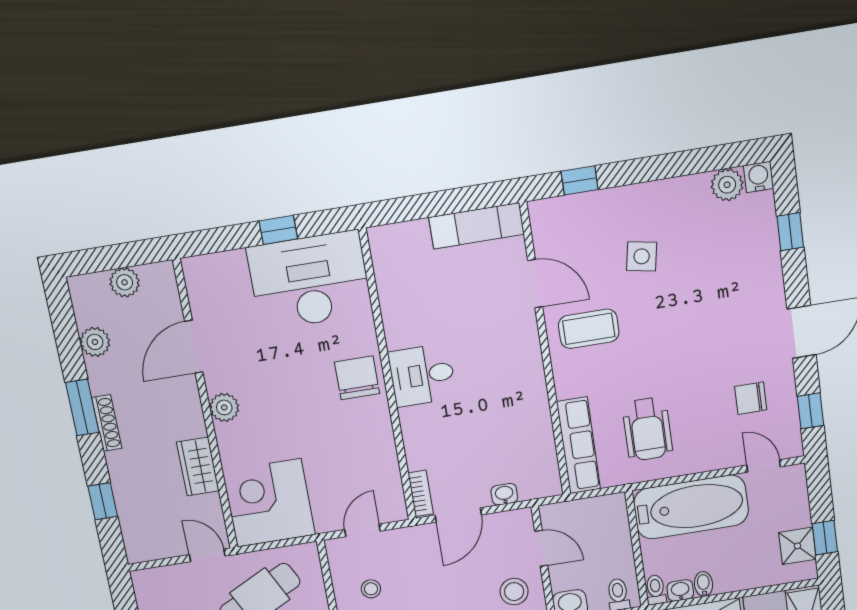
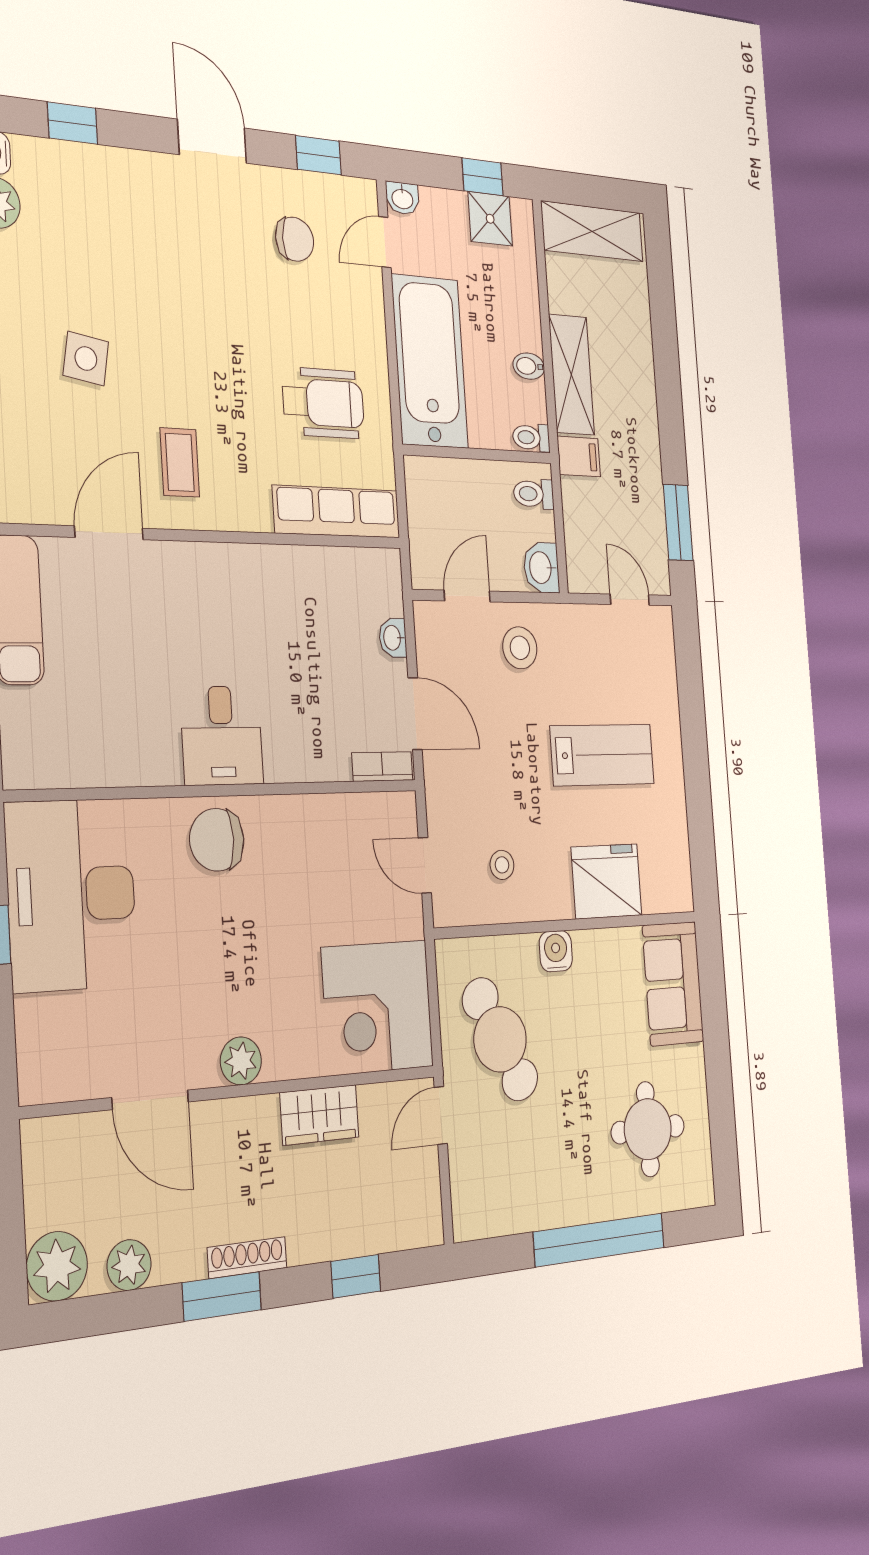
plant: (125, 282) -> (57, 1266), moved, width x1.36, depth x1.36
coffee table: (589, 329) -> (180, 462), width x0.73, depth x0.77
chair: (751, 398) -> (295, 239), turned -90
washbasin: (680, 590) -> (402, 198), moved, turned -90

